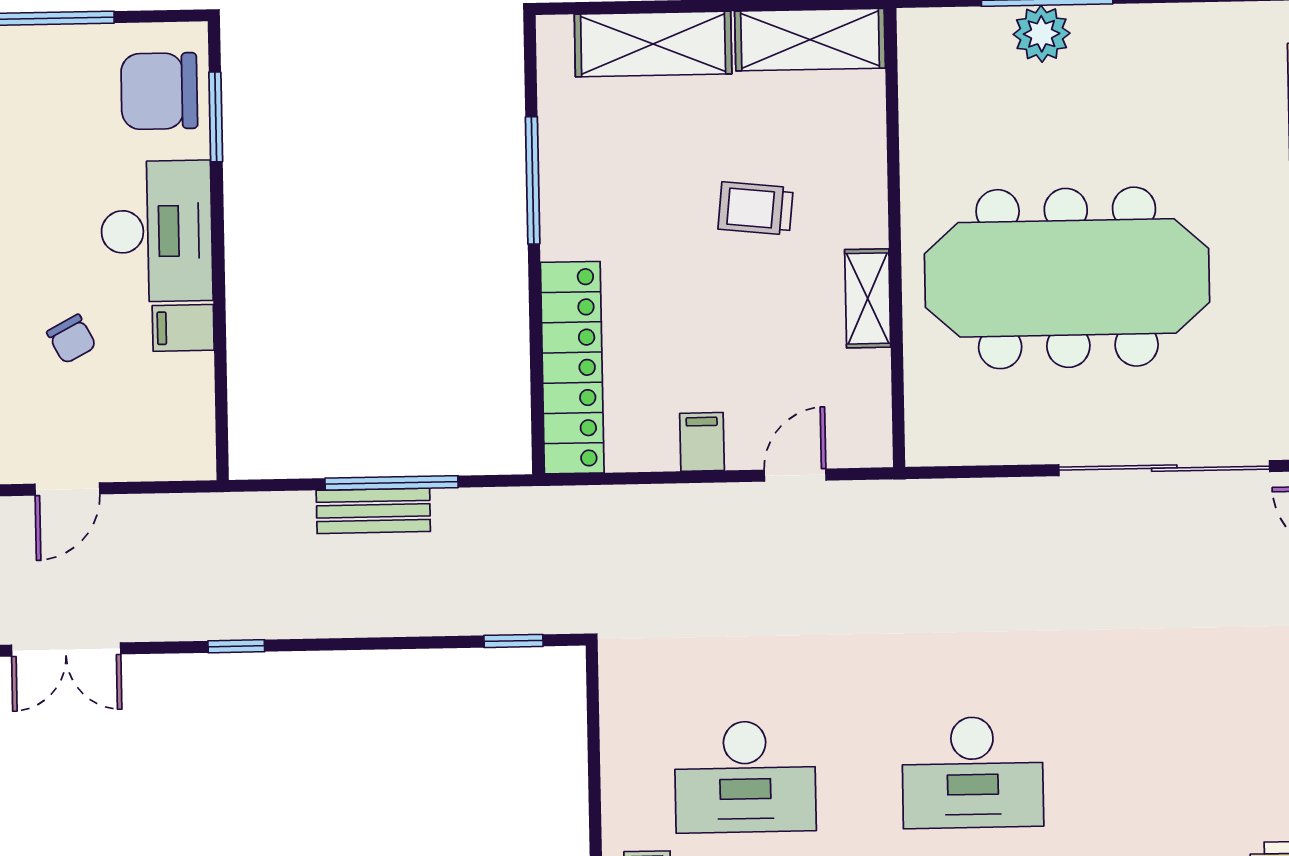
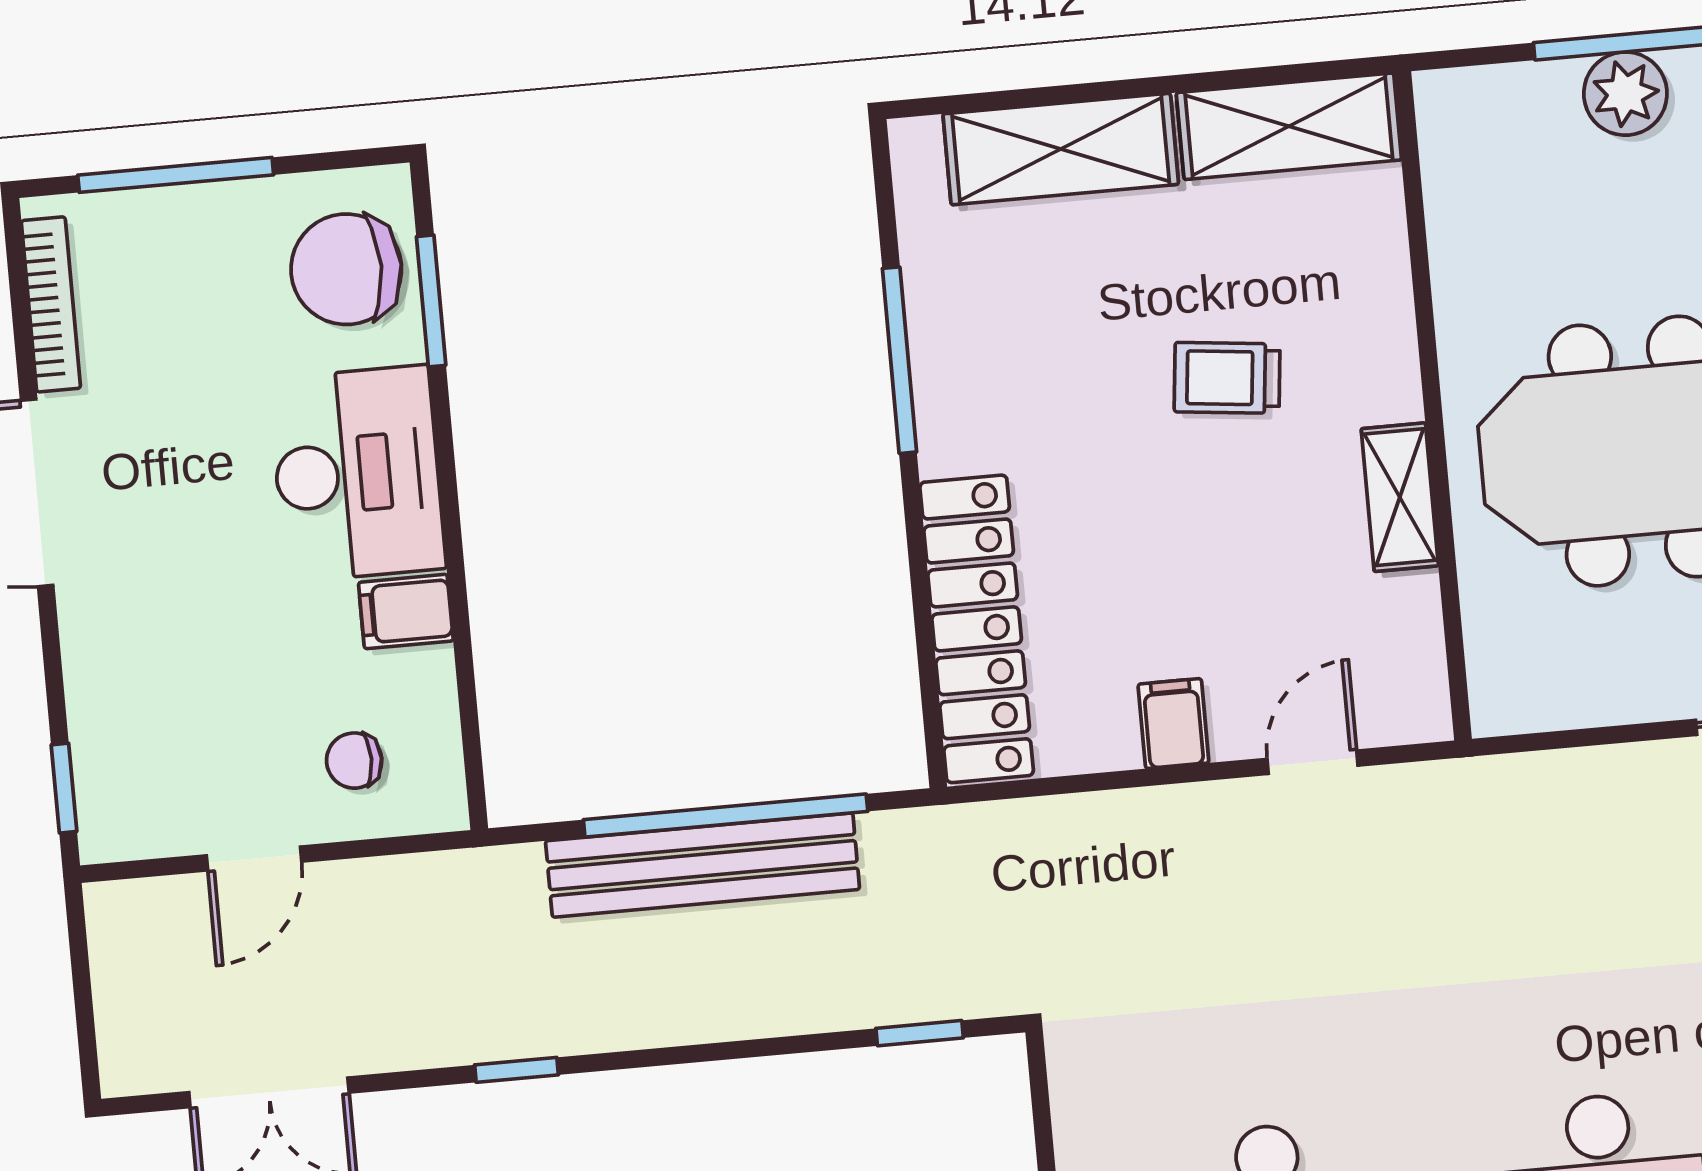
chair: (72, 339) -> (354, 761), moved, turned 118
window: (392, 483) -> (726, 816), width x1.46
bench: (373, 511) -> (703, 865), width x1.86, depth x1.21

